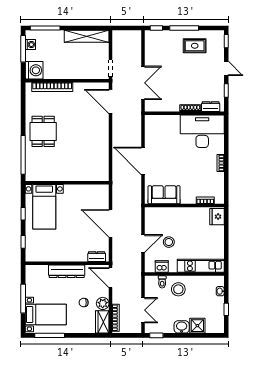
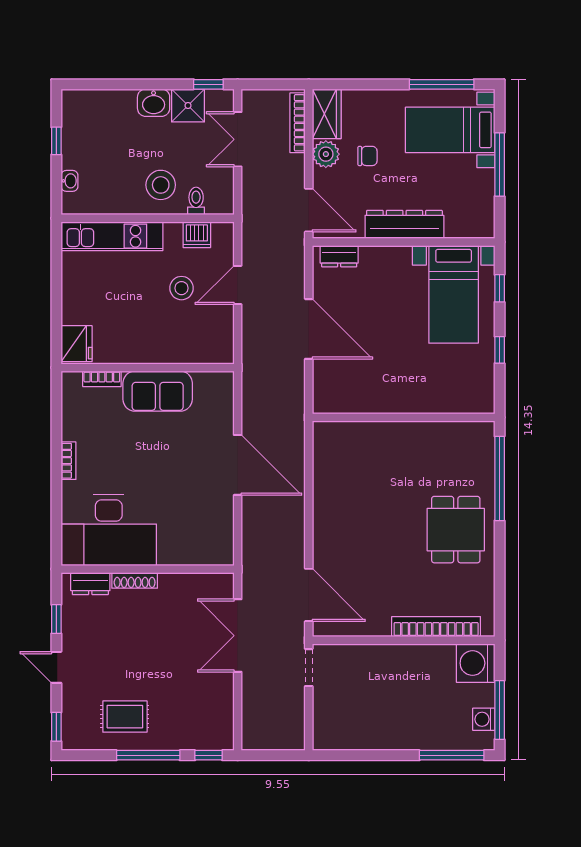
shelving: (87, 36) -> (361, 737), removed
sofa: (164, 195) -> (158, 391), moved
bed with nightstands: (44, 207) -> (454, 294), moved, turned 180
shower: (197, 326) -> (188, 106), moved

